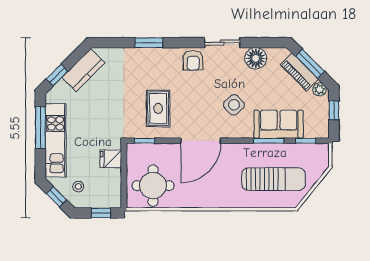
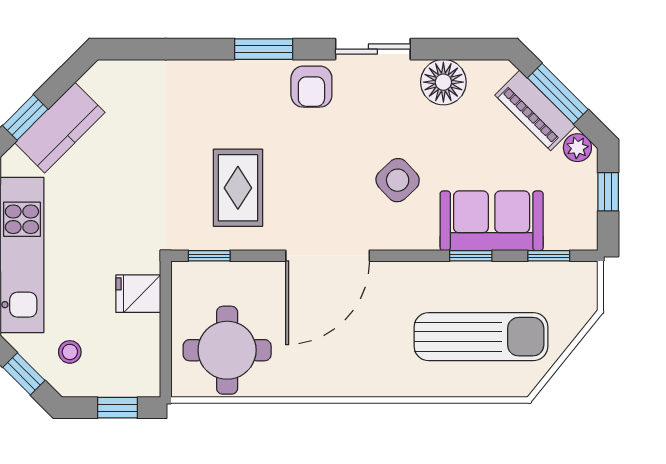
window: (149, 43) -> (264, 49), moved
kitchen counter: (83, 70) -> (60, 128), moved
window: (269, 141) -> (471, 256), width x0.67

